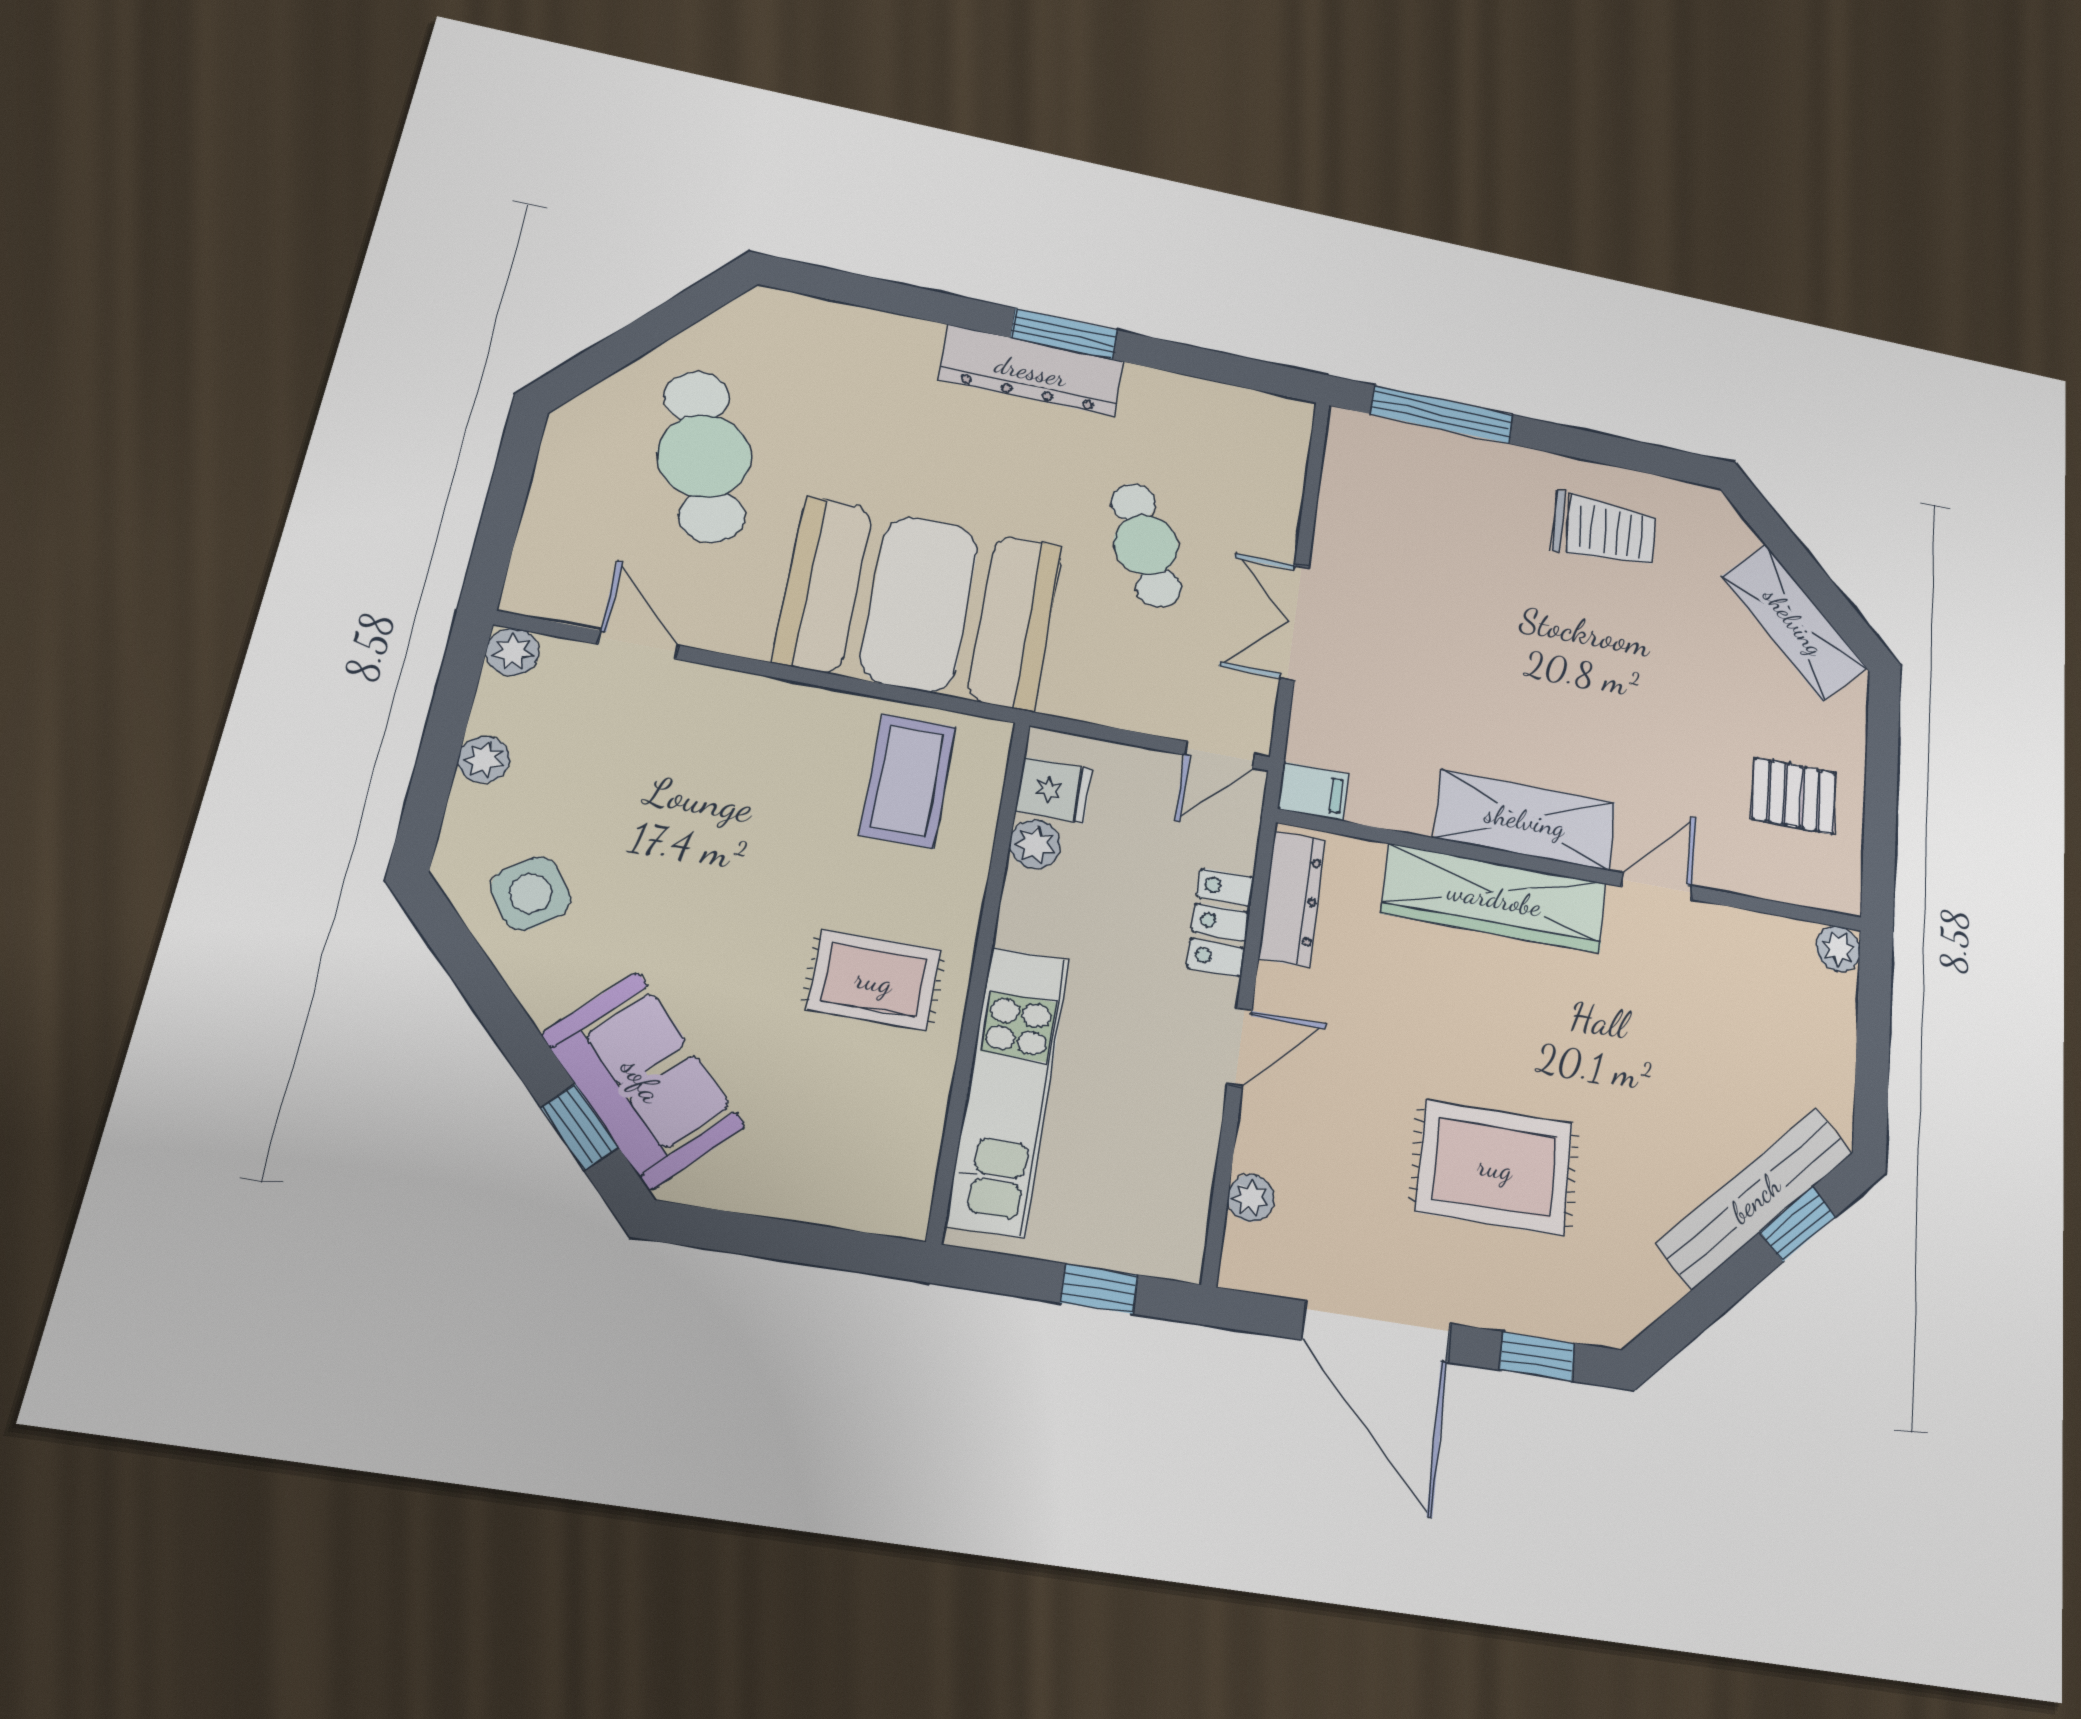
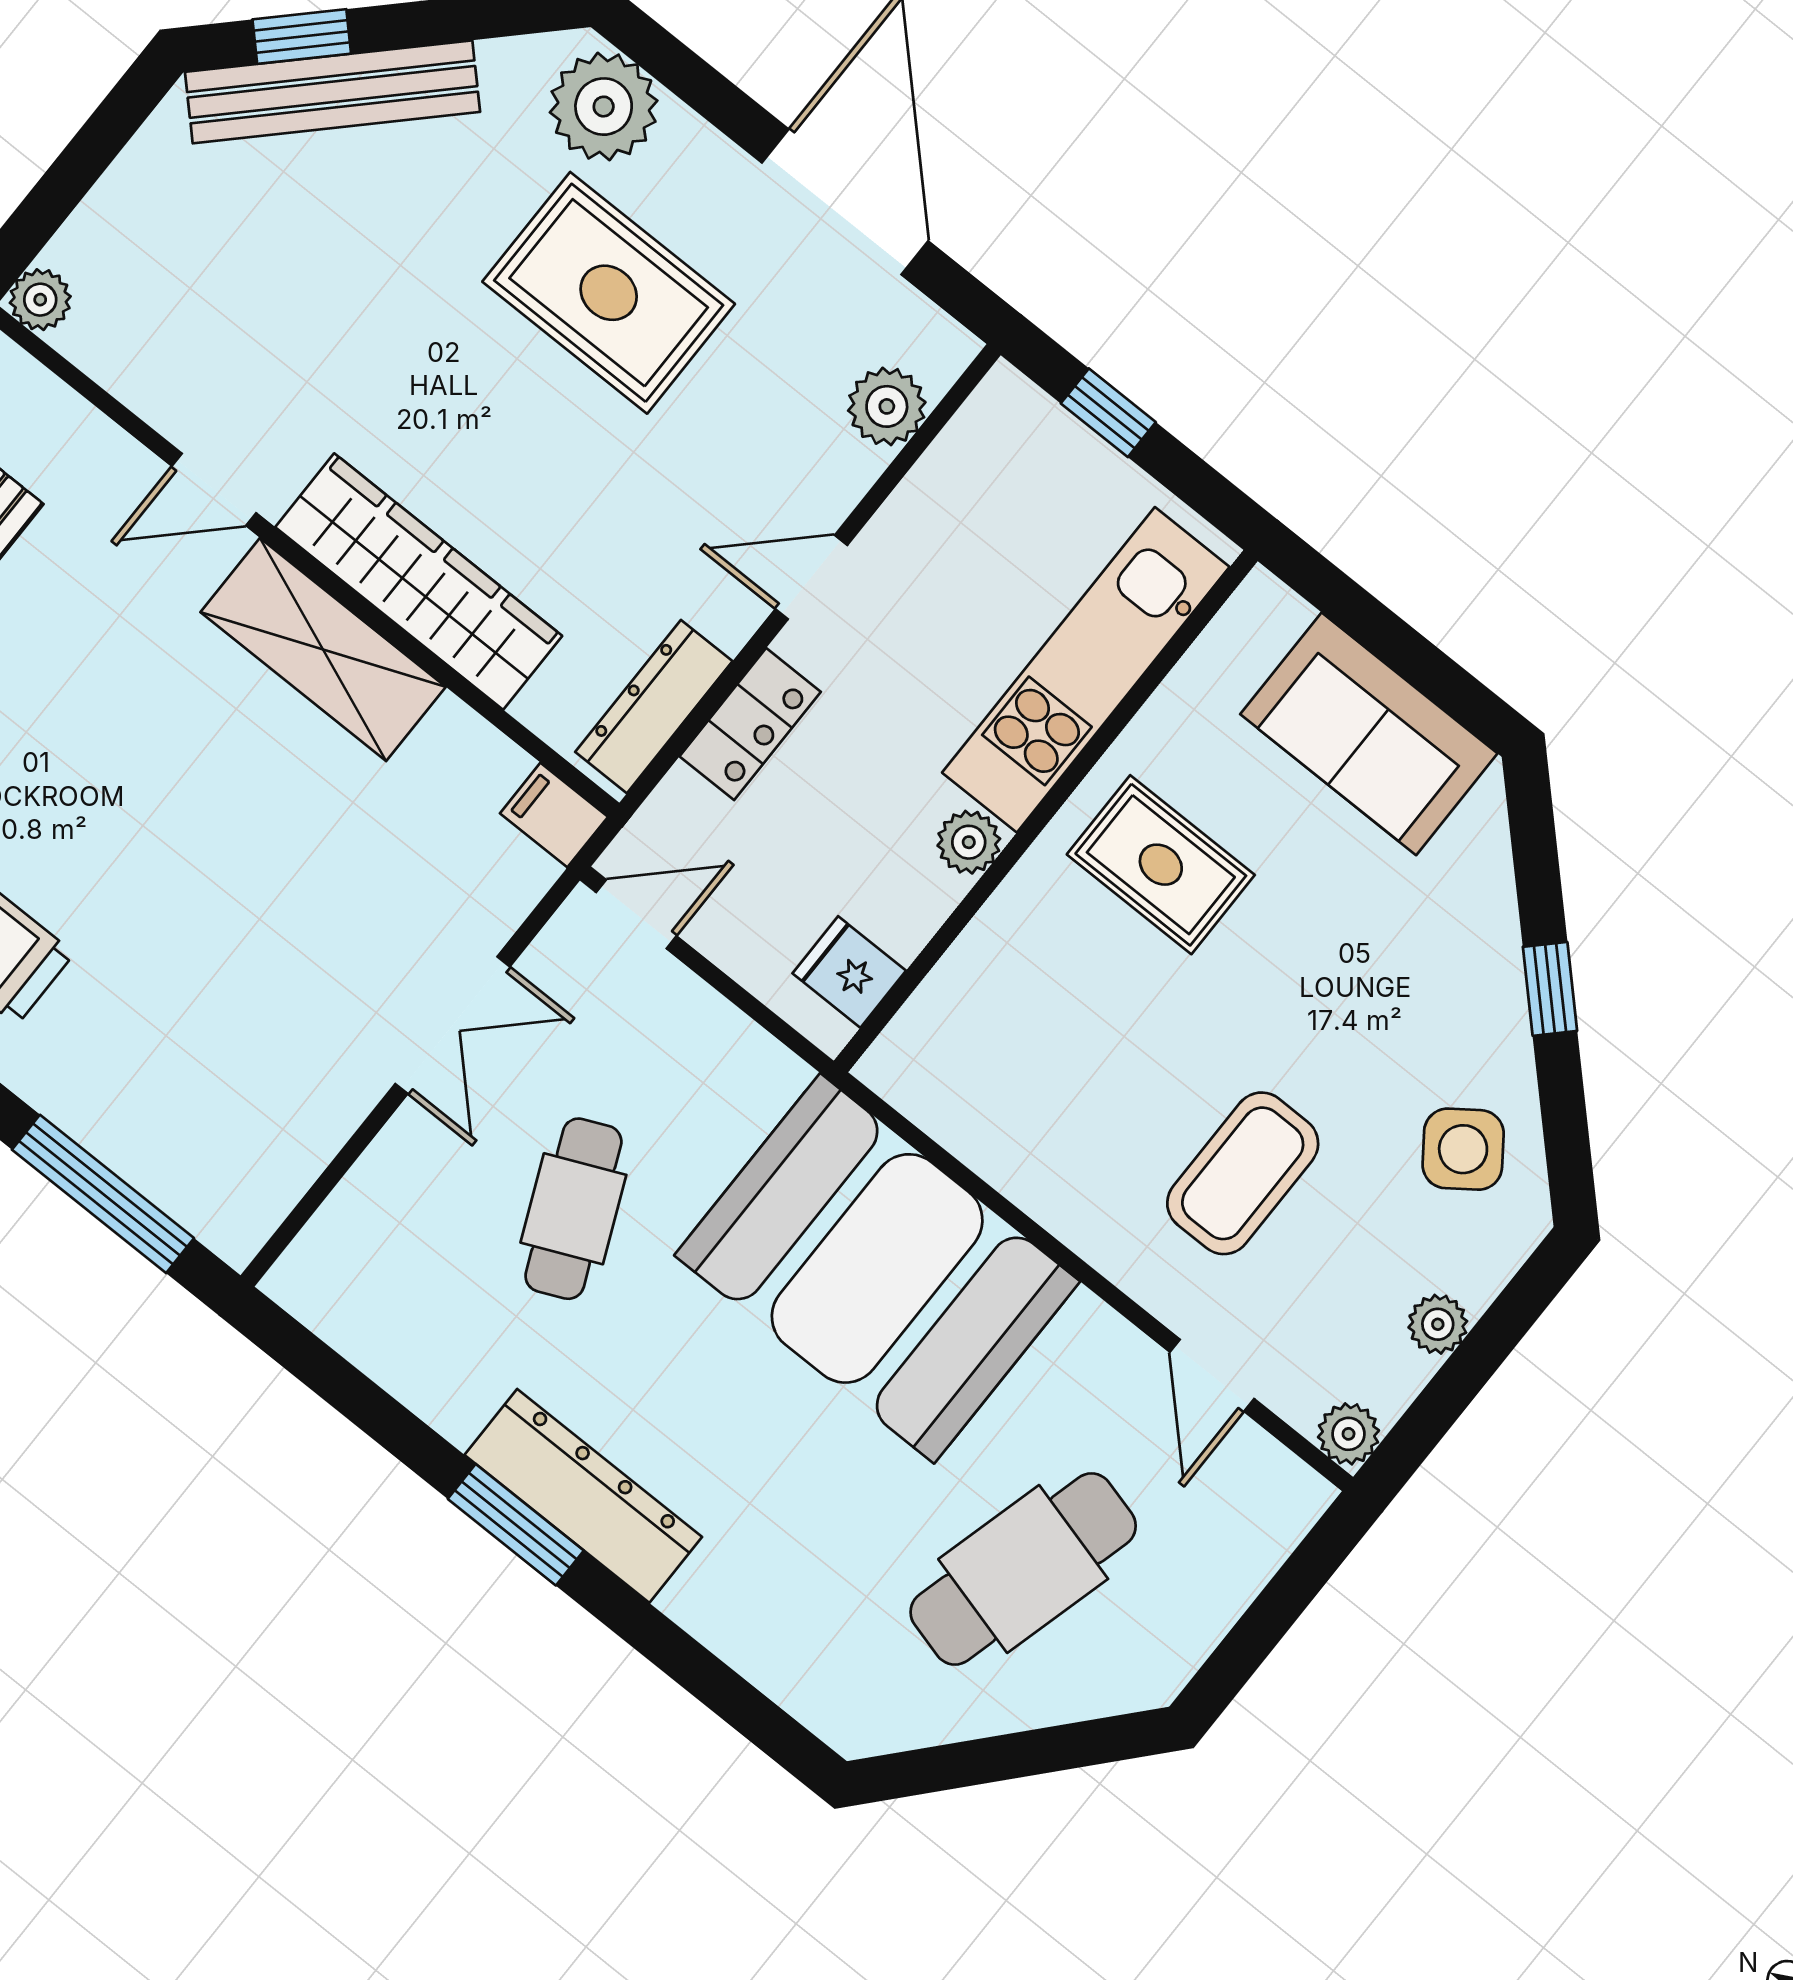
cafe table: (704, 456) -> (1023, 1569), turned 33
coffee table: (908, 781) -> (1243, 1173), moved
plant: (1035, 844) -> (969, 842), moved
sofa: (643, 1080) -> (1369, 734), moved, turned -45
window: (580, 1127) -> (1550, 989), moved
plant: (1251, 1198) -> (887, 406), width x1.38, depth x1.38
plant: (1579, 1298) -> (604, 107), added
window: (1537, 1356) -> (688, 76), removed

